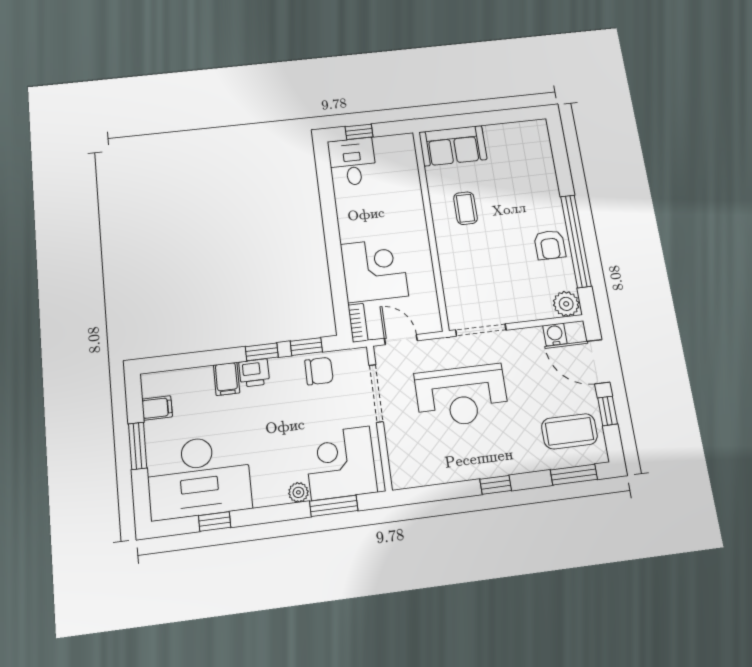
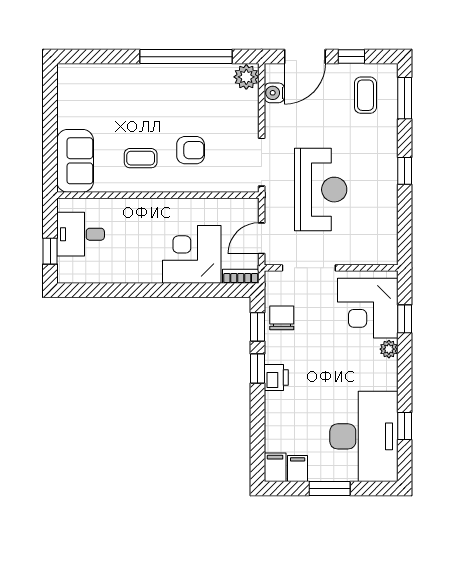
desk: (352, 162) -> (81, 234), moved
armchair: (550, 245) -> (191, 150), moved
filing cabinet: (227, 379) -> (275, 467), moved, turned -90
coffee table: (569, 431) -> (365, 95), width x0.73, depth x0.77
window: (334, 506) -> (405, 319), width x0.67

